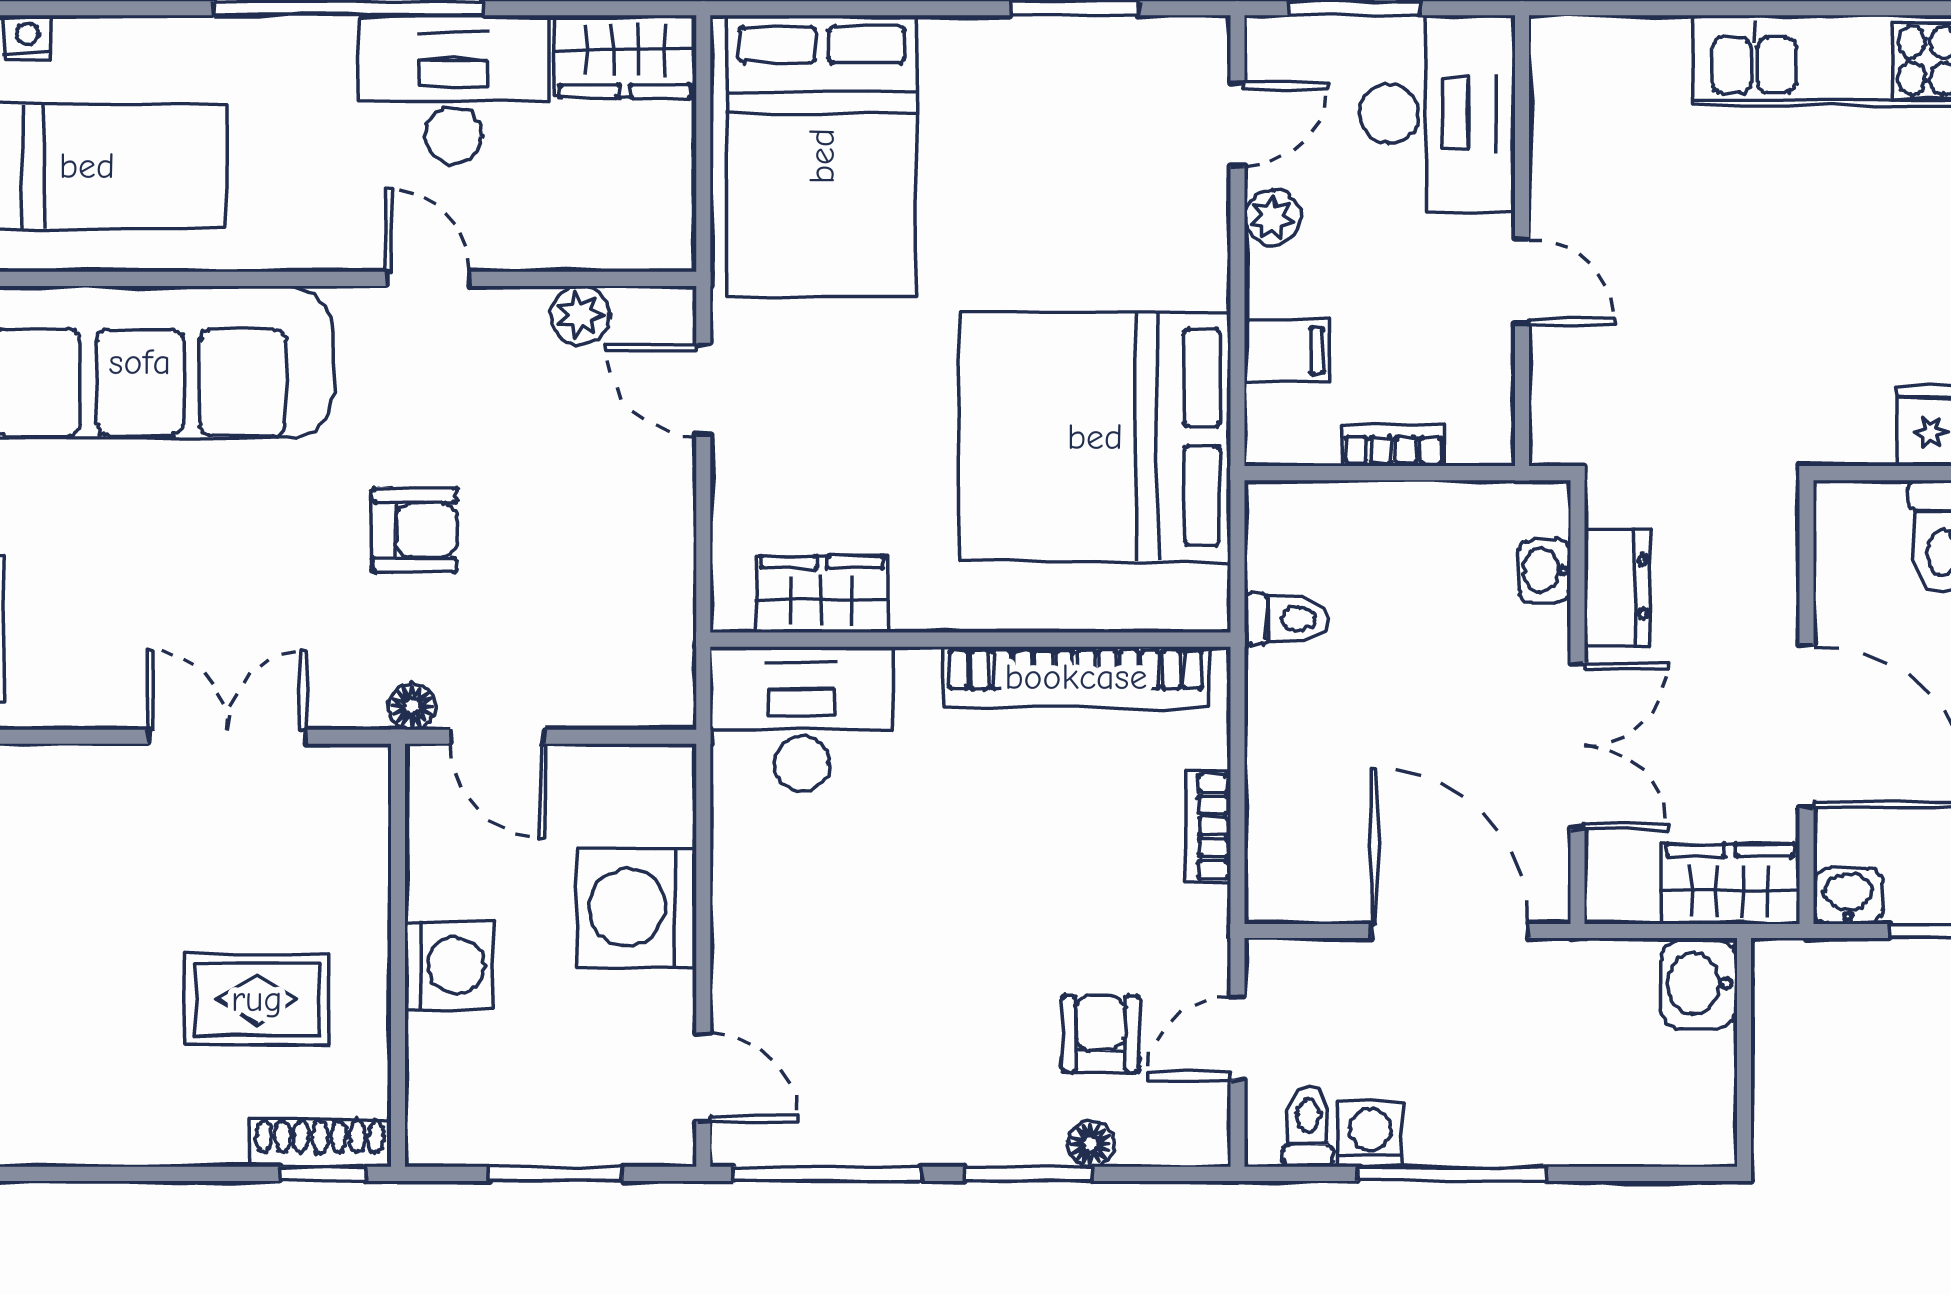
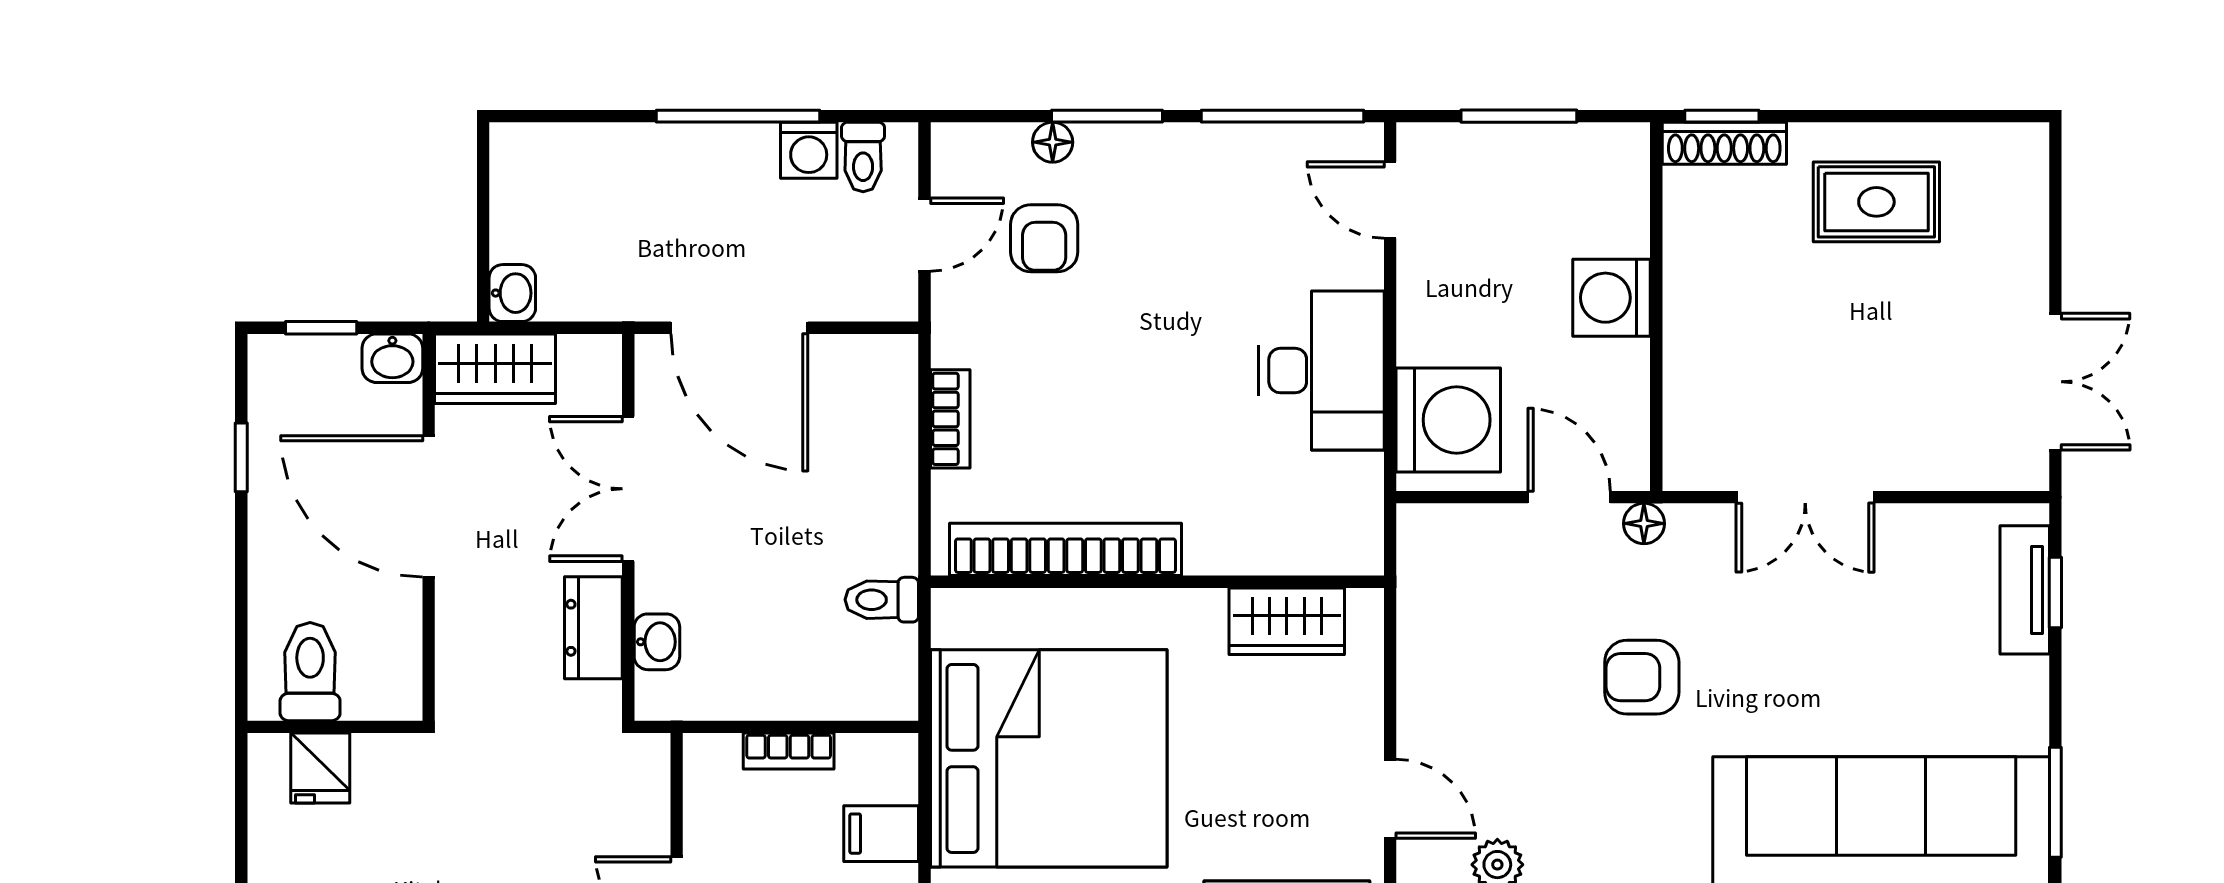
desk: (802, 718) -> (1322, 371), moved, turned -90
washing machine: (637, 907) -> (1448, 420), moved
washbasin: (1699, 983) -> (512, 293), width x0.72, depth x0.69
rug: (257, 999) -> (1876, 202), moved

